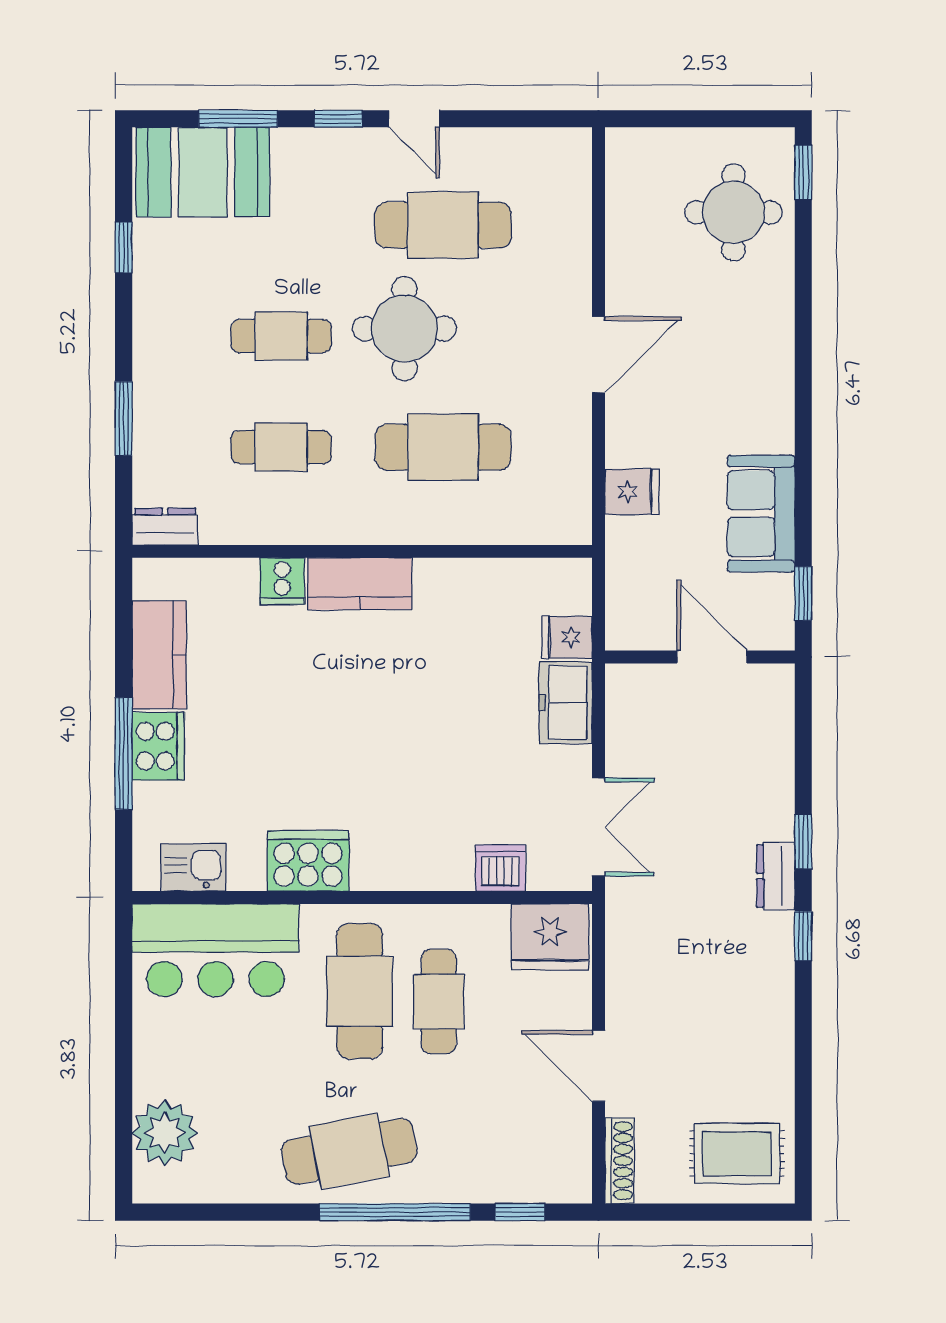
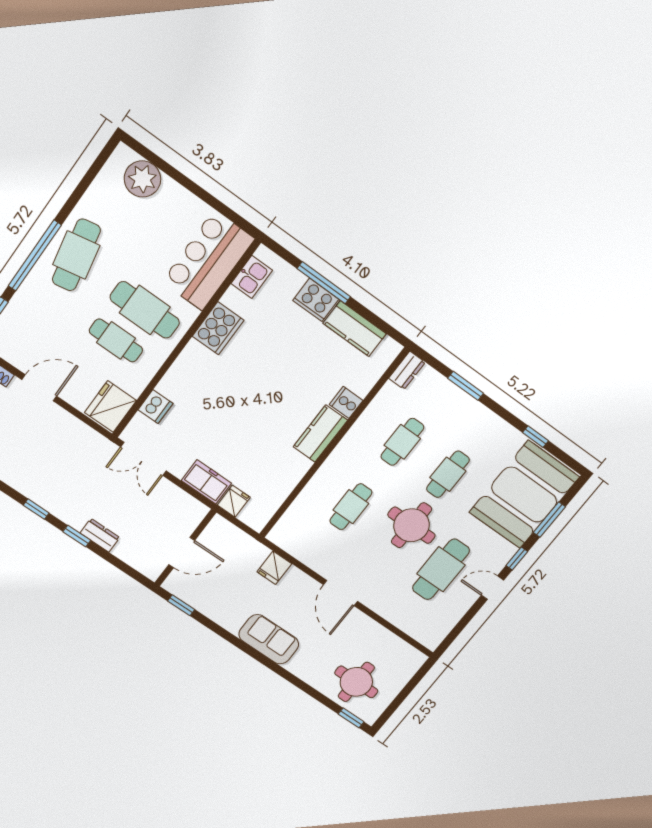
booth: (203, 172) -> (524, 495), width x1.36, depth x1.42
cafe table: (443, 447) -> (351, 507), width x0.73, depth x0.74
sofa: (761, 514) -> (269, 639), moved
dresser: (776, 876) -> (100, 535), moved

